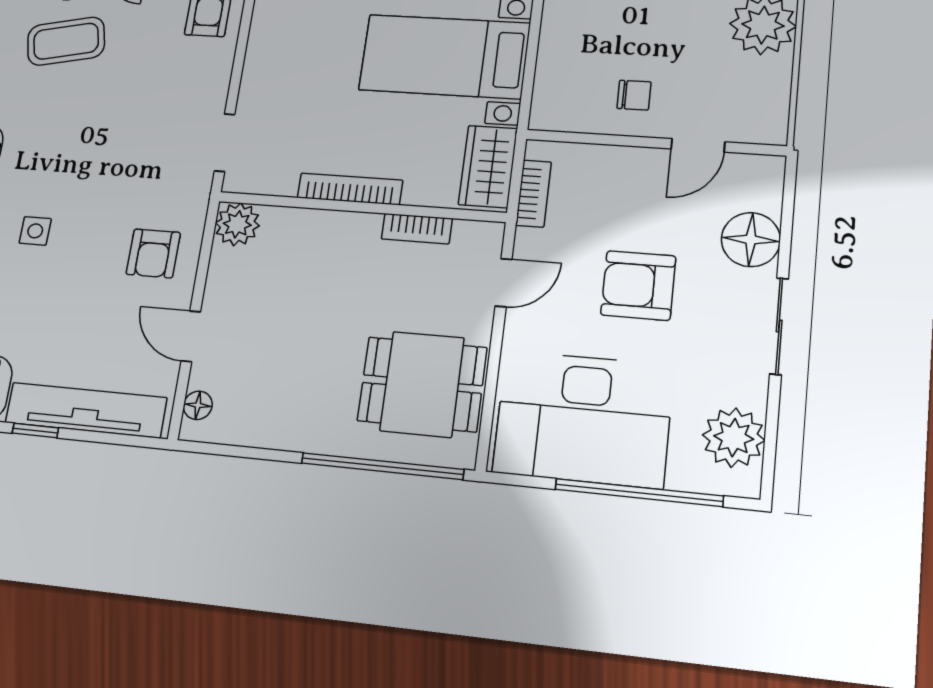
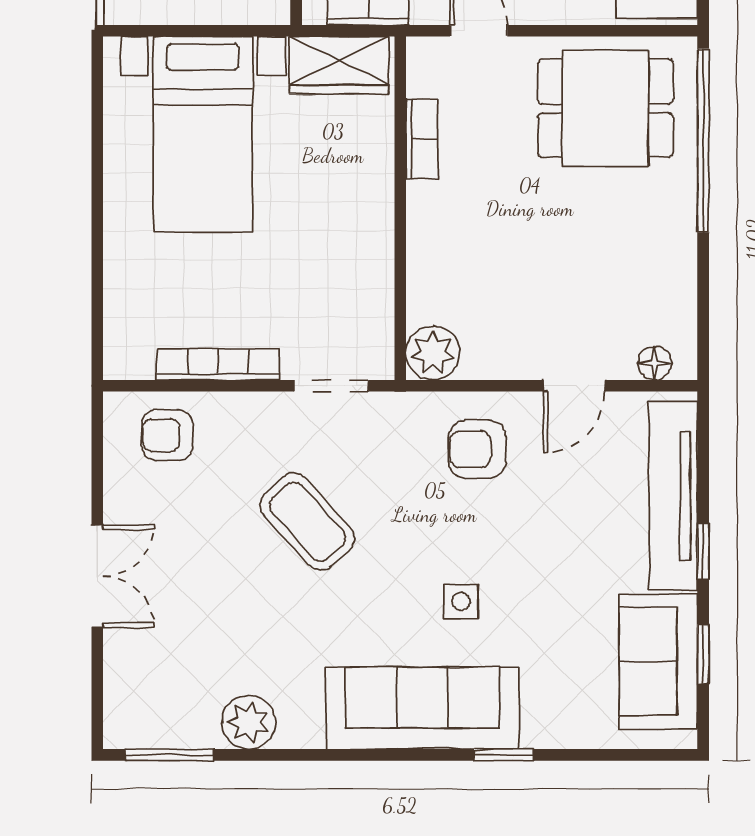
coffee table: (66, 41) -> (307, 522), moved, turned -30
bookcase: (350, 189) -> (218, 364), moved, turned 90
armchair: (153, 253) -> (477, 449), turned 180
dining table: (422, 384) -> (605, 108), turned 90

